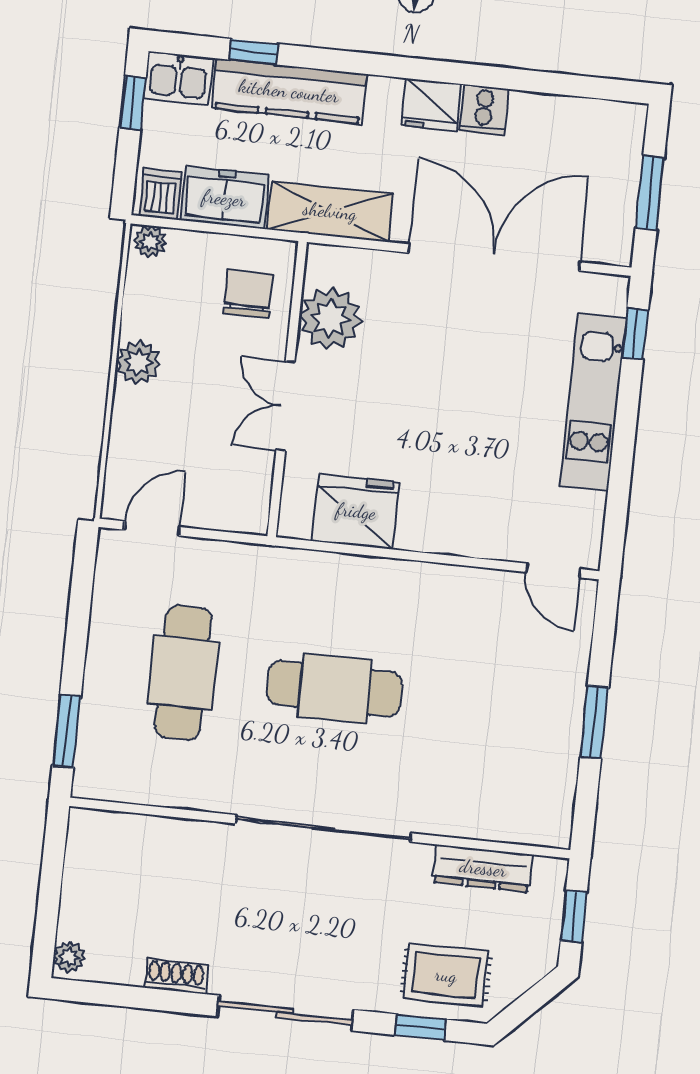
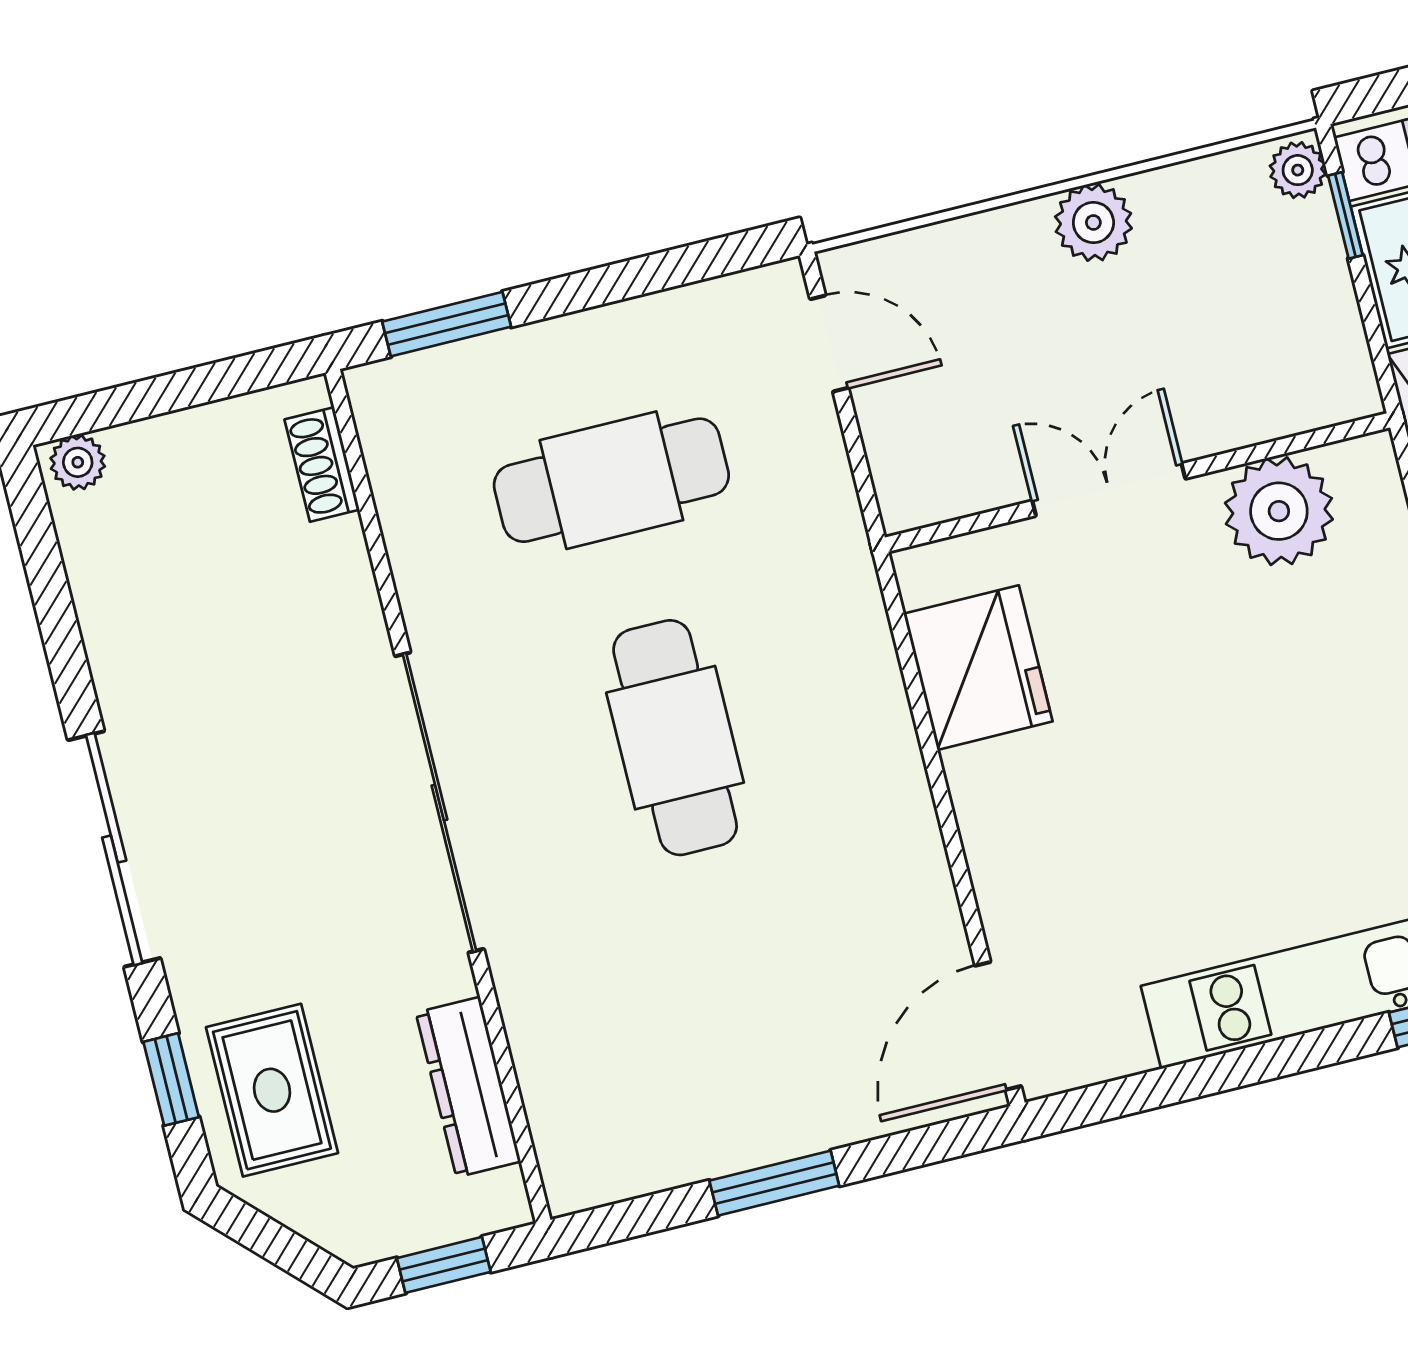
window: (184, 225) -> (1345, 215), added
chair: (248, 294) -> (1271, 363), removed
door: (553, 571) -> (998, 1026), width x1.37
shoe rack: (176, 976) -> (322, 464), moved, turned 180

